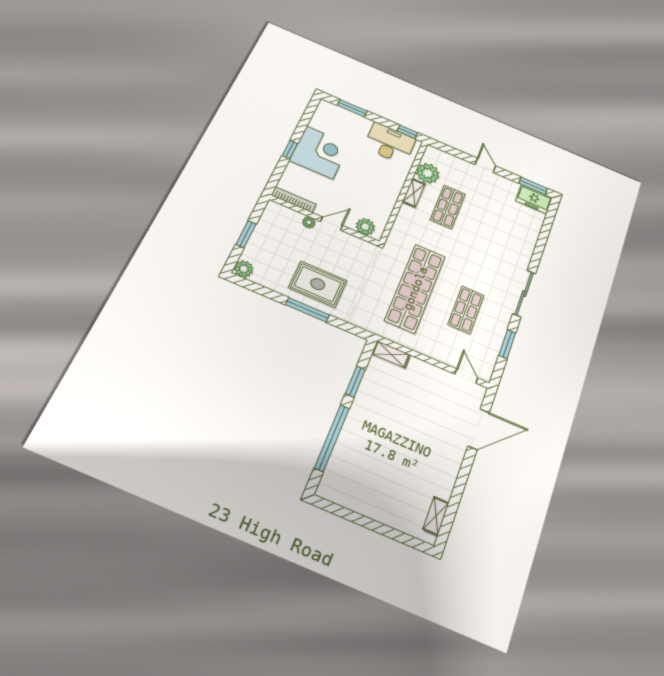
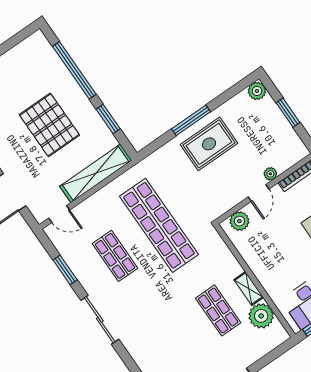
shelving: (391, 354) -> (96, 173), width x2.20, depth x1.33
pallet: (397, 431) -> (49, 125), added

